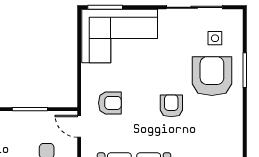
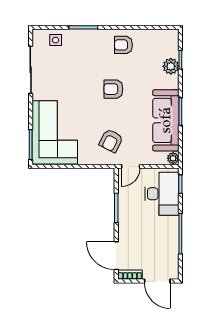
side table: (215, 38) -> (56, 40), moved
armchair: (212, 76) -> (123, 45), moved, width x0.53, depth x0.53
armchair: (110, 103) -> (111, 141), turned -153

